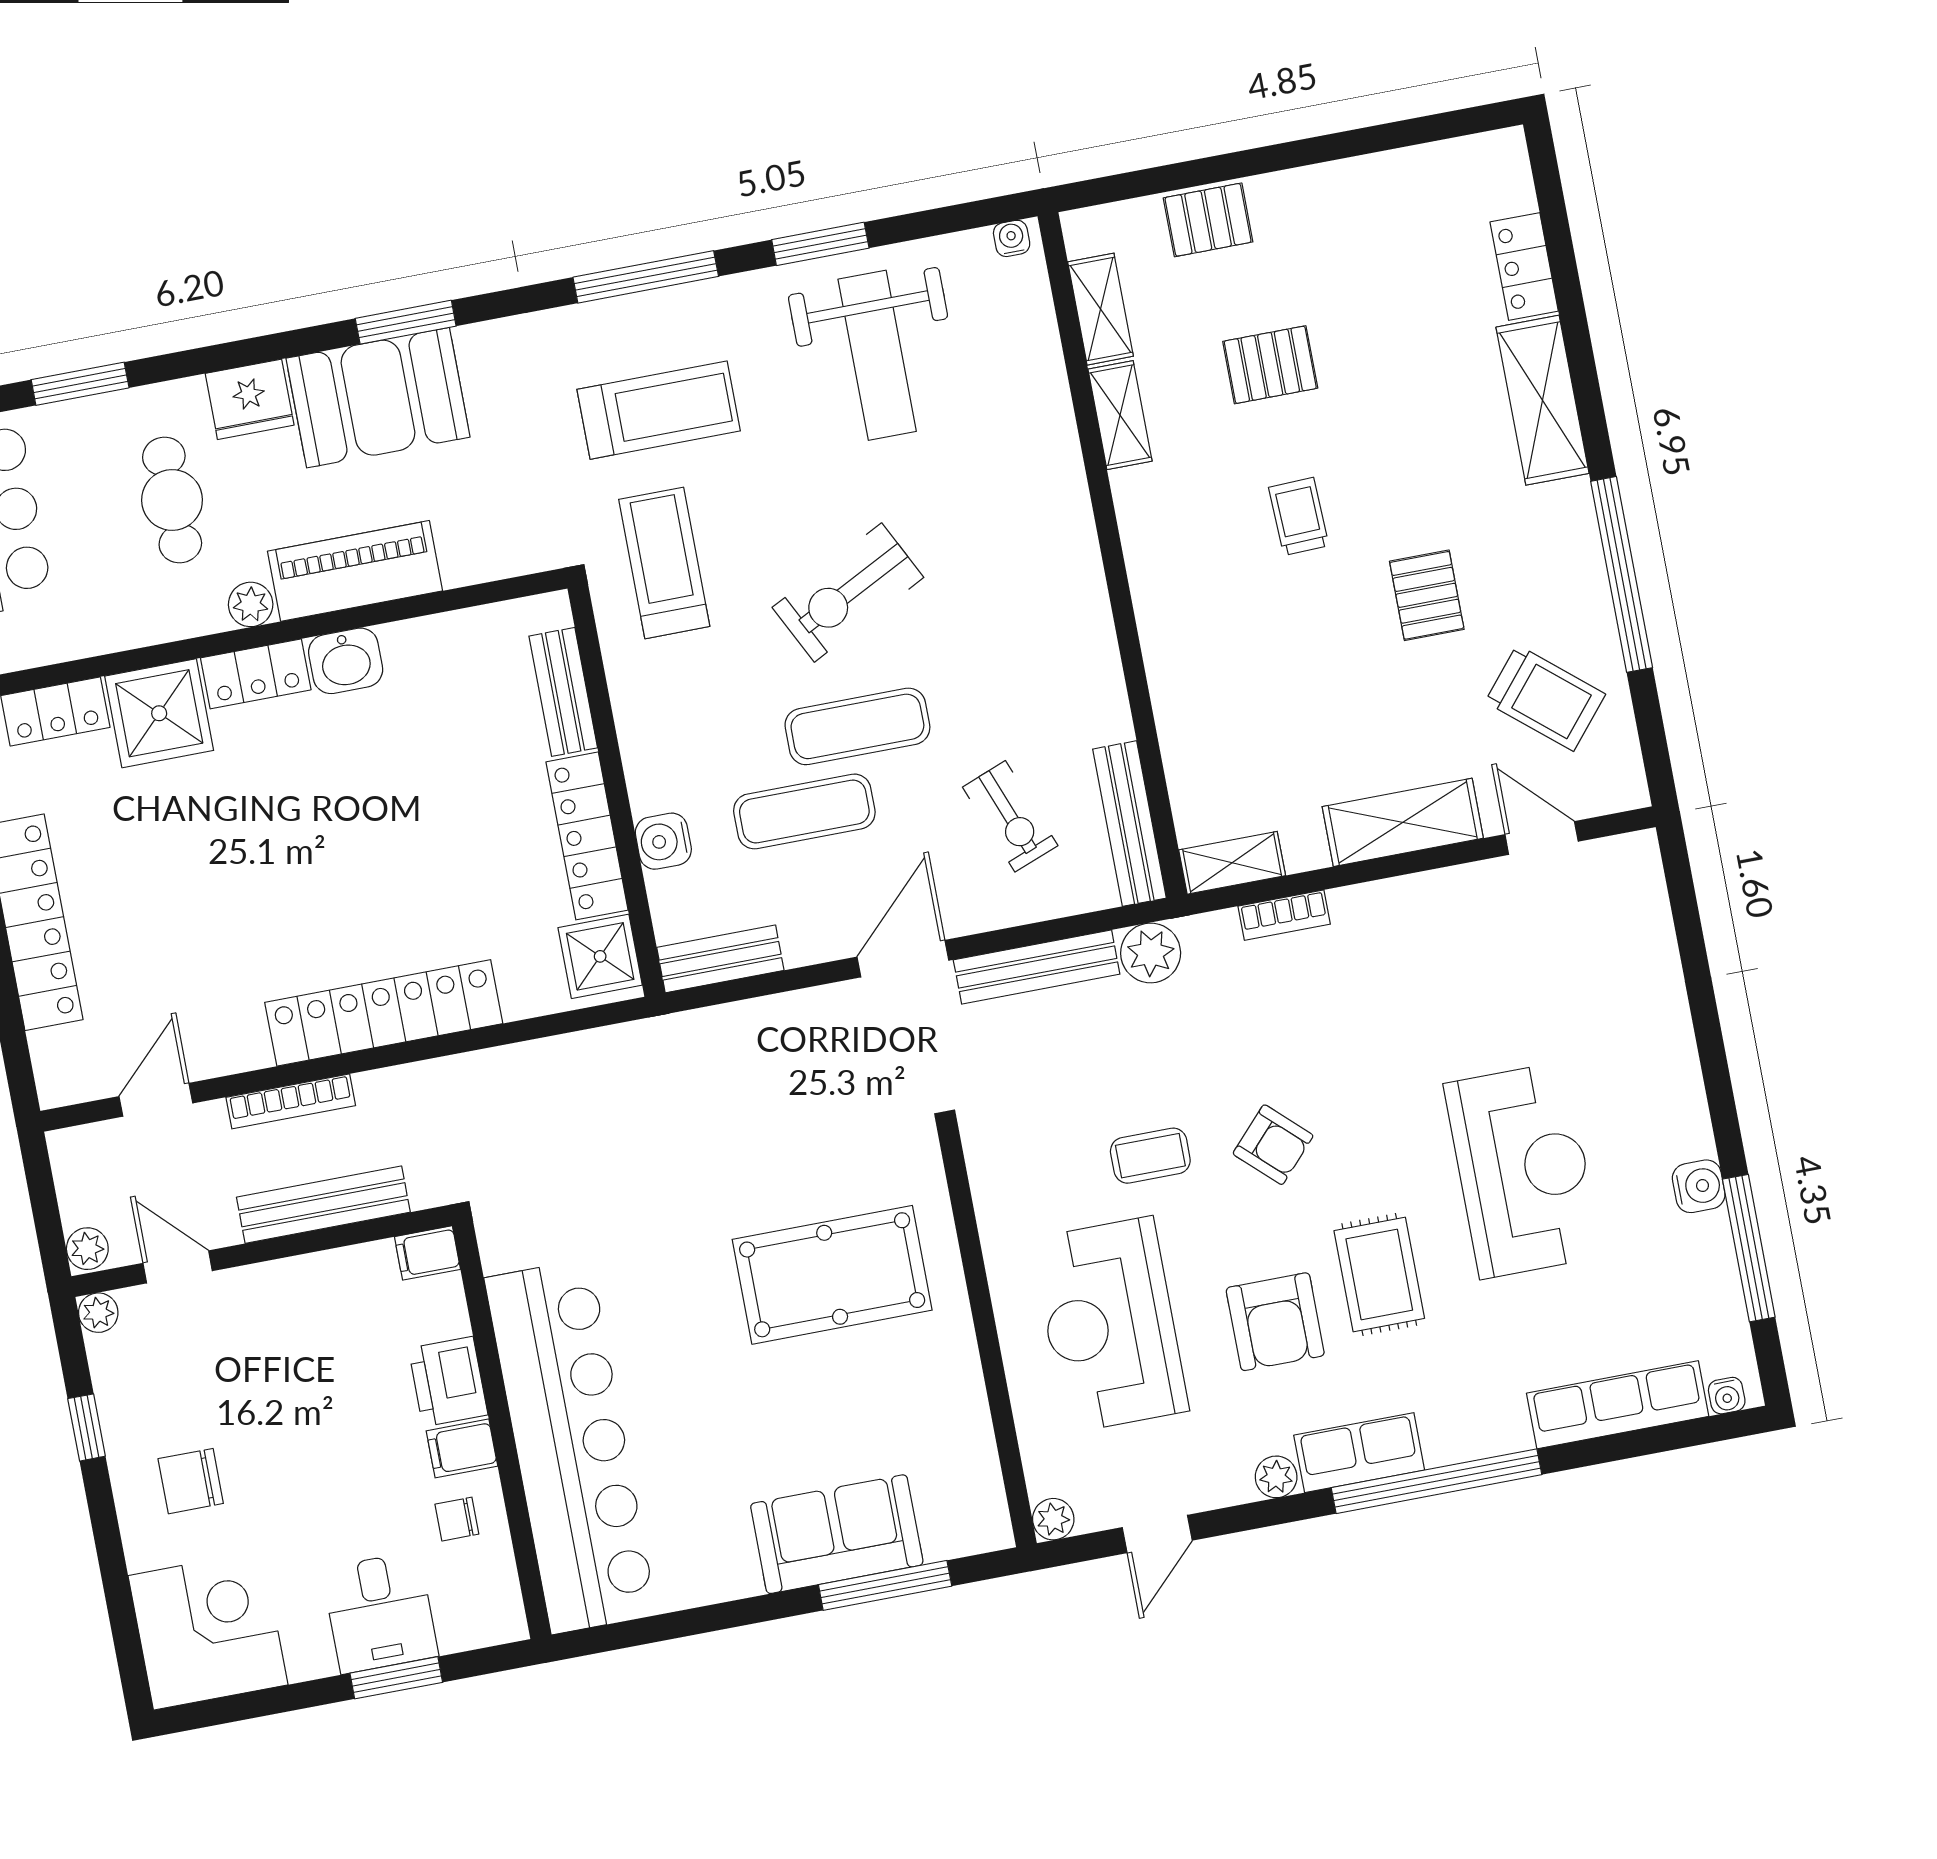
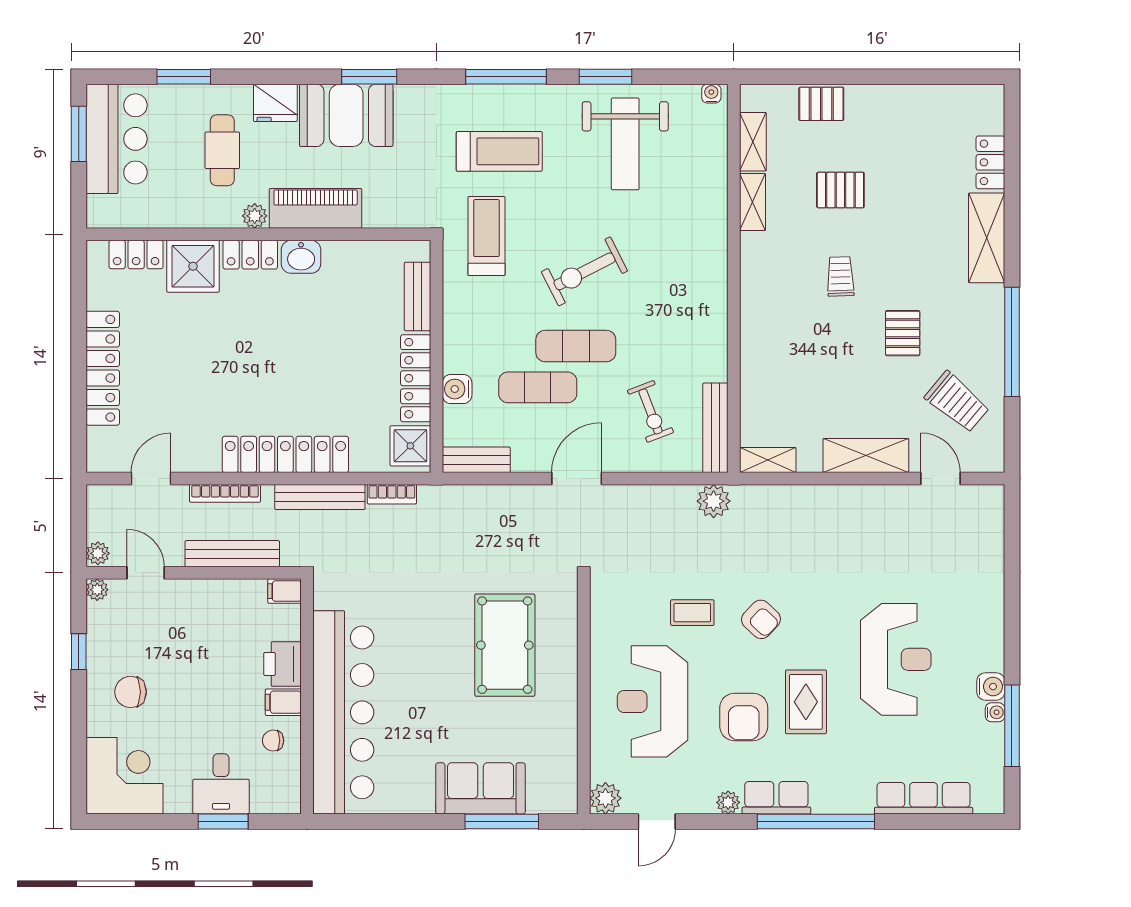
bookcase: (1284, 915) -> (392, 494), moved
bench: (1037, 967) -> (320, 497), moved
pool table: (832, 1275) -> (505, 645), turned 90
water cooler: (1727, 1396) -> (995, 712), moved, turned -90
plant: (1053, 1519) -> (605, 798), width x1.38, depth x1.38

